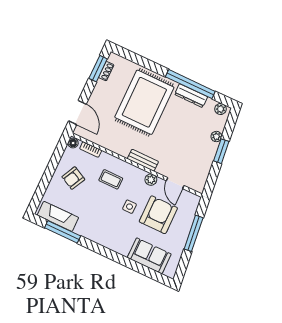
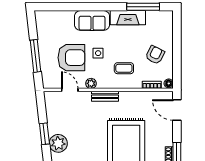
plant: (216, 137) -> (58, 143), width x1.88, depth x1.88
armchair: (158, 215) -> (71, 58), turned -90
fireplace: (58, 216) -> (128, 18), moved
sofa: (149, 256) -> (92, 20), moved

